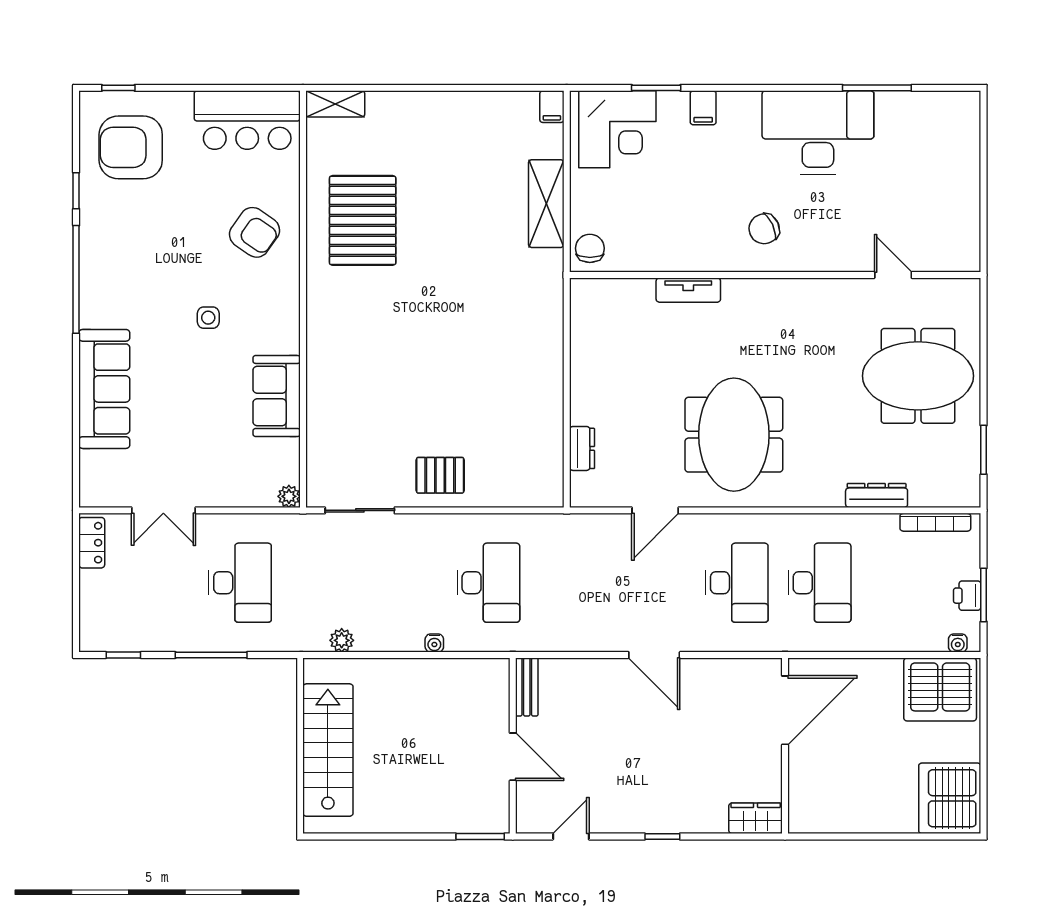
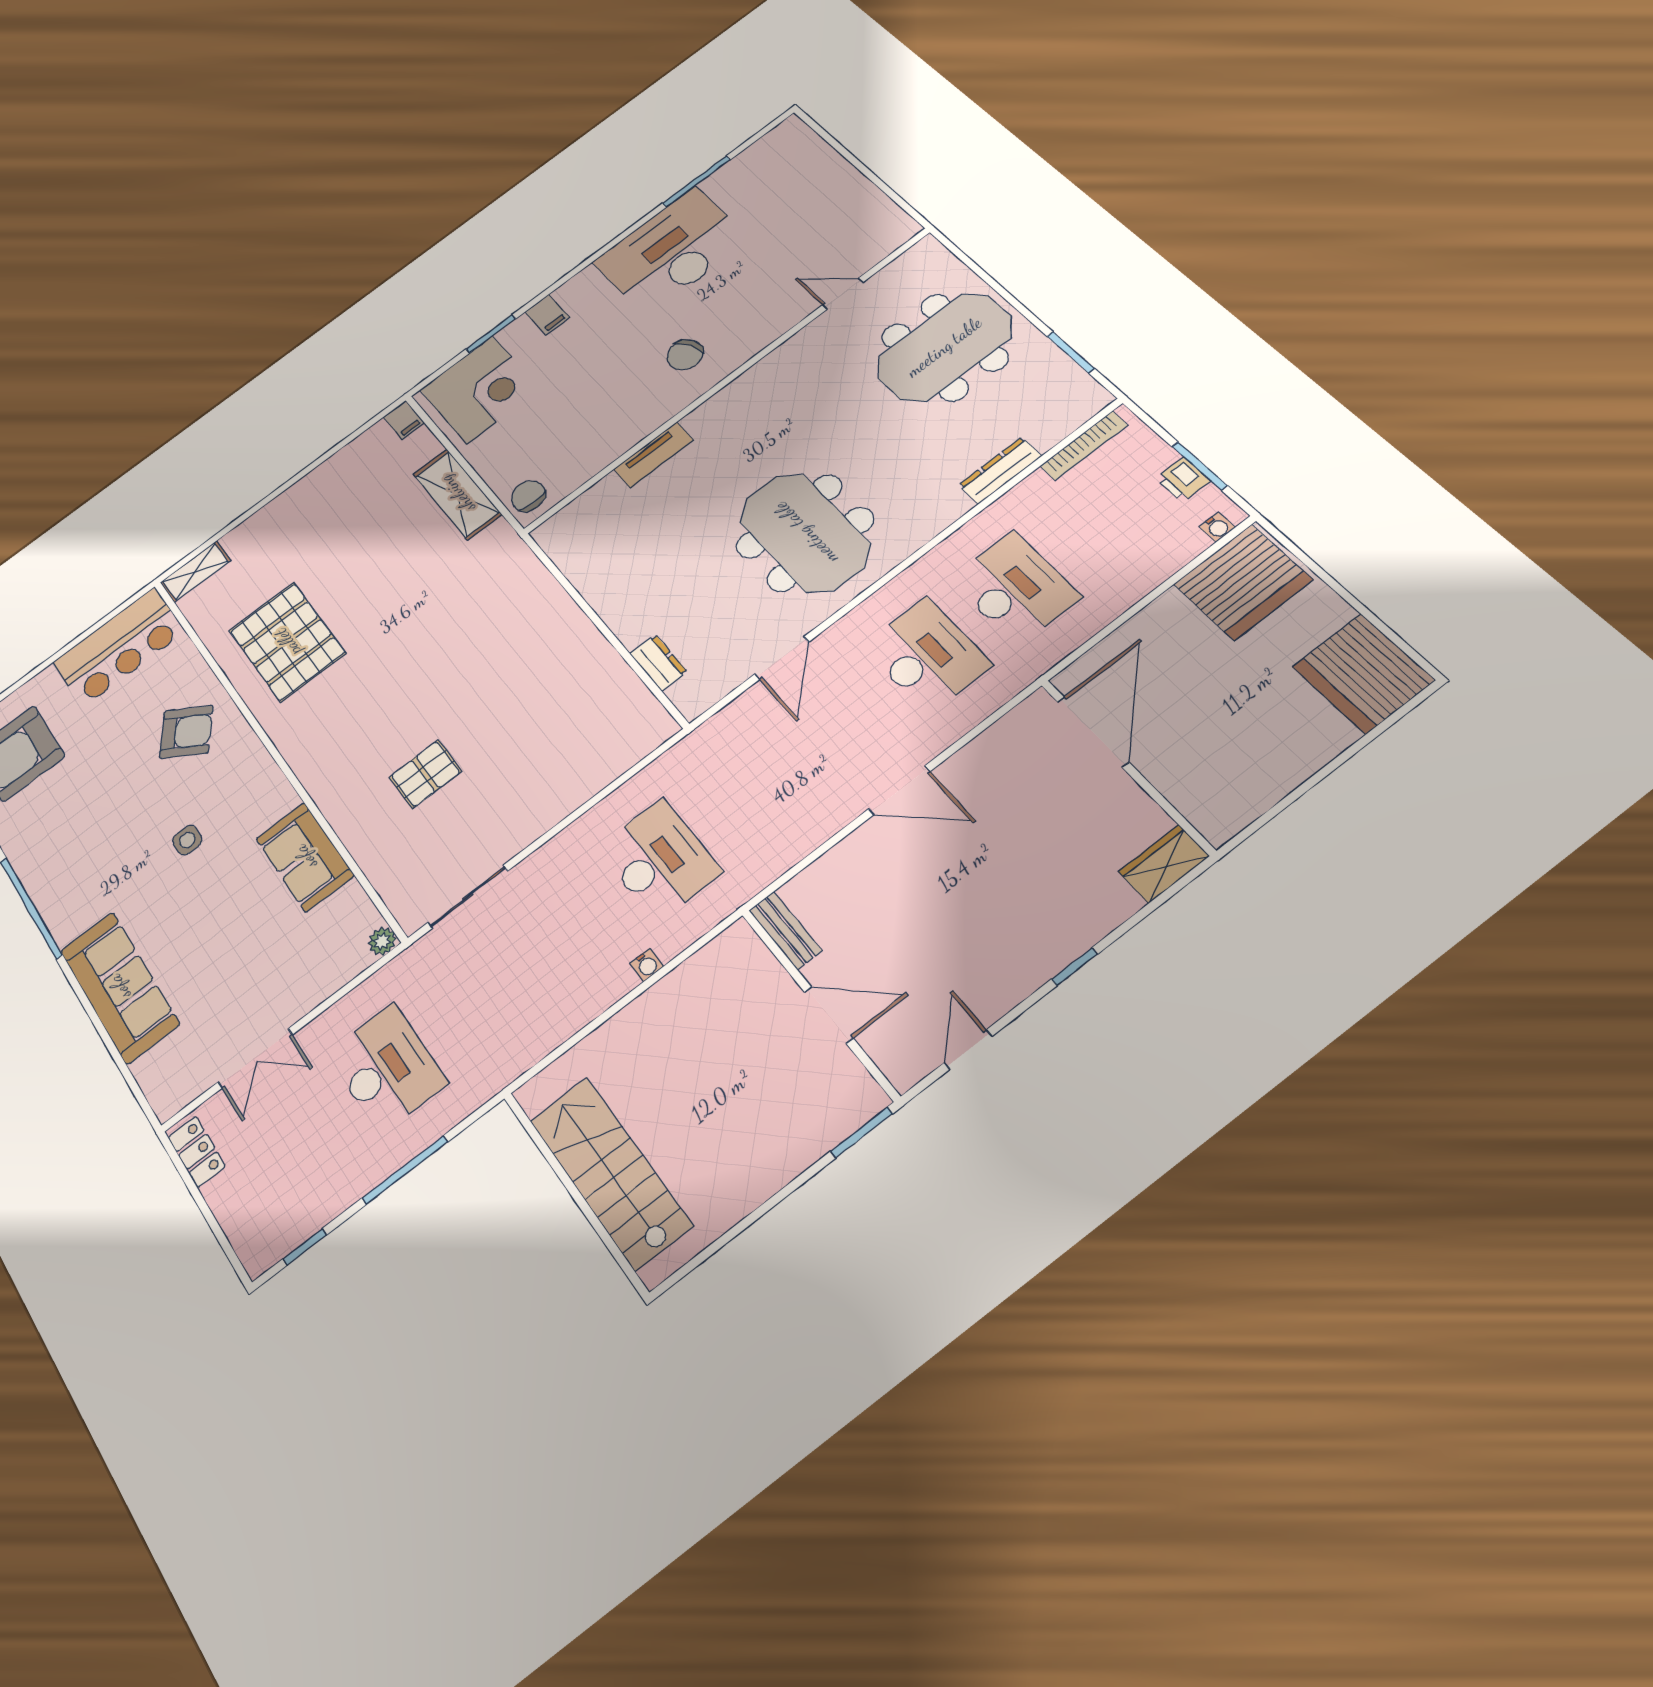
pallet: (440, 475) -> (425, 774), moved
plant: (342, 640) -> (541, 1041), removed

